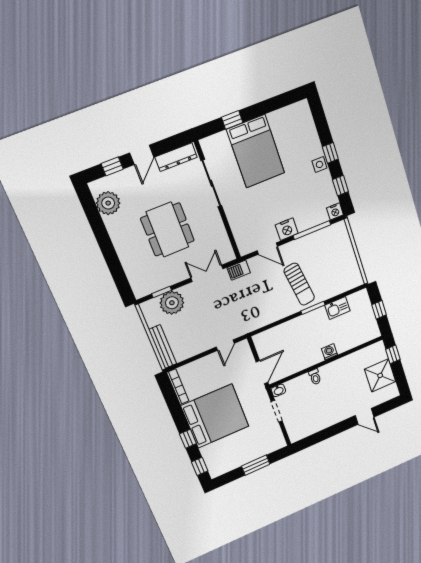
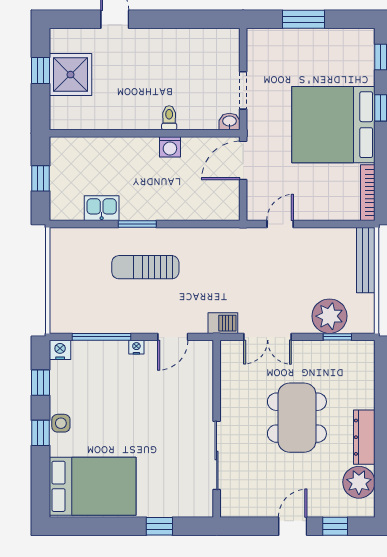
bed: (256, 151) -> (93, 486), moved, turned 90
dresser: (176, 157) -> (364, 437), moved, turned -90
nightstand: (287, 229) -> (136, 347), width x0.53, depth x0.56
door: (267, 249) -> (173, 337), swing flipped
sun lounger: (299, 284) -> (145, 267), turned -82
washing machine: (329, 352) -> (170, 147), moved
window: (393, 354) -> (41, 71), moved

